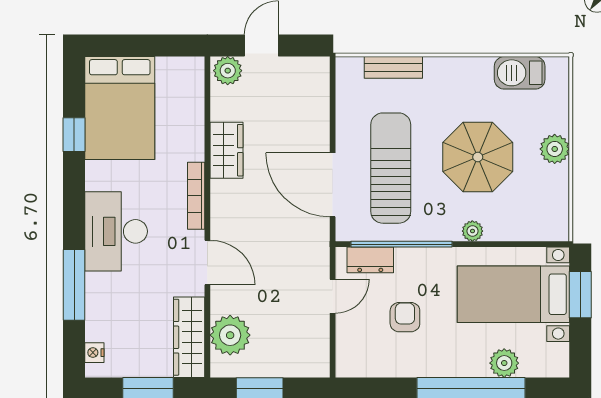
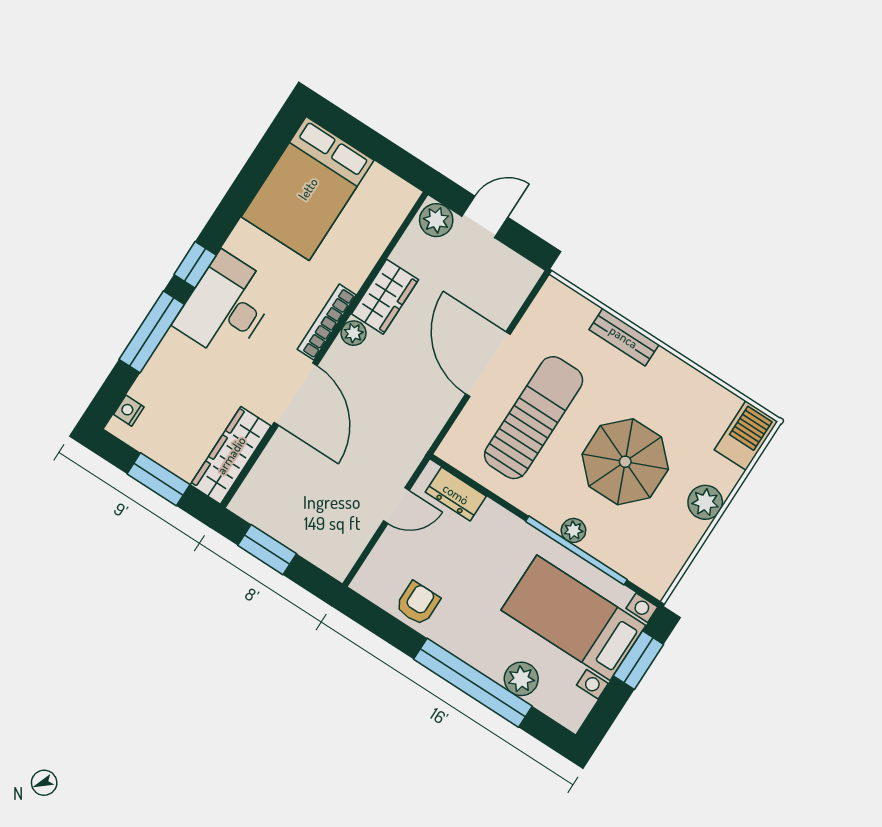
bench: (393, 67) -> (624, 337), moved
barbecue: (520, 73) -> (746, 436), moved, turned 90
window: (74, 135) -> (195, 265), moved
door: (333, 185) -> (488, 364), moved
window: (402, 244) -> (576, 550), moved
door: (207, 263) -> (296, 394), width x1.36
armchair: (405, 317) -> (418, 603), moved
plant: (230, 335) -> (354, 333), moved, width x0.53, depth x0.53

